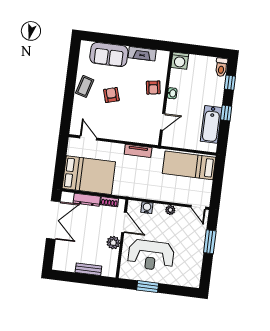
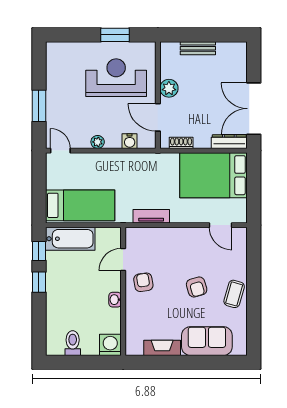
toilet: (221, 67) -> (73, 343), moved
window: (230, 83) -> (39, 251), moved
armchair: (153, 88) -> (143, 282), moved
bathtub: (211, 124) -> (70, 239), moved, turned 90
dresser: (87, 200) -> (229, 142), moved

